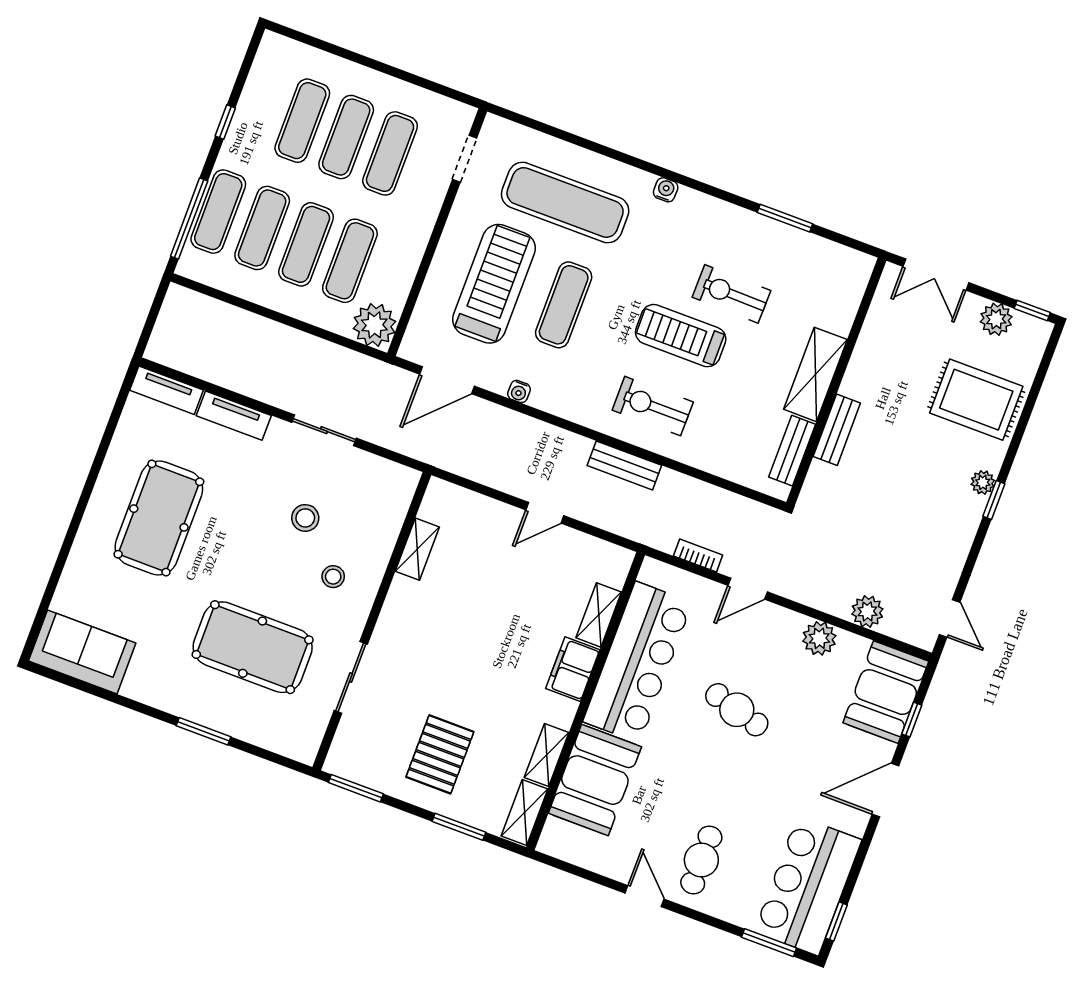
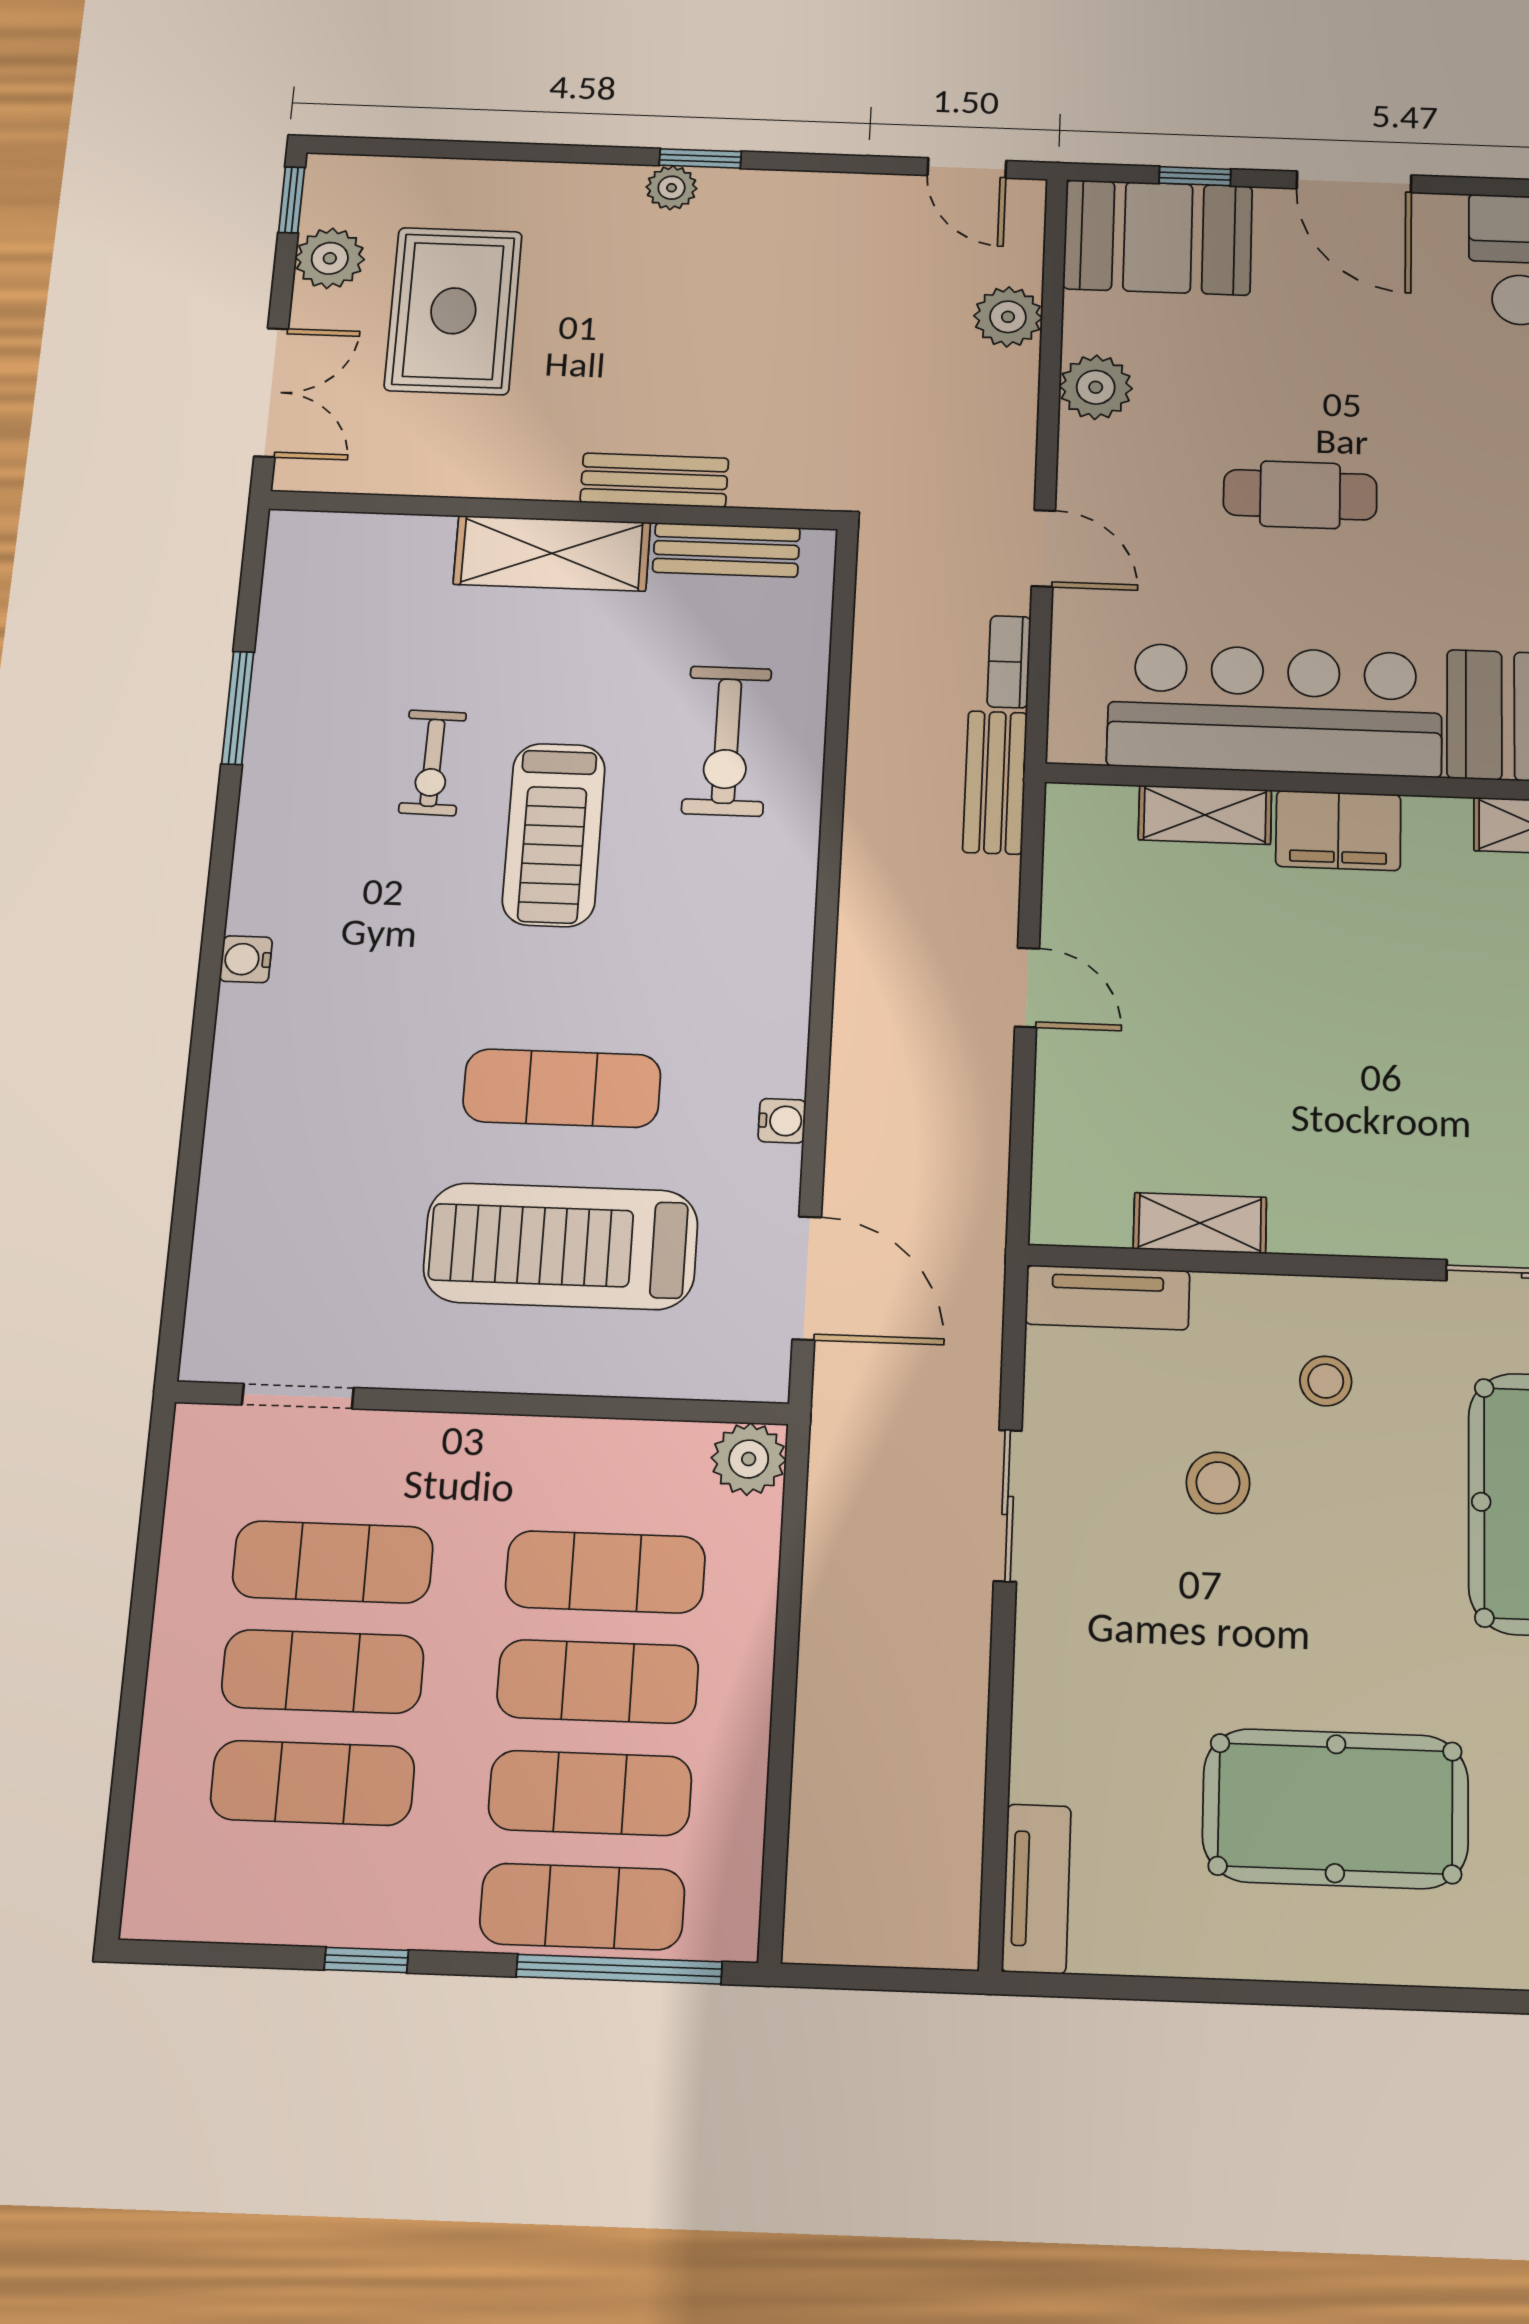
exercise mat: (565, 202) -> (334, 1155), removed
exercise bike: (731, 294) -> (432, 763), width x0.73, depth x0.72
plant: (374, 325) -> (749, 1459), width x0.73, depth x0.73
rug: (976, 400) -> (453, 311), moved
exercise bike: (653, 406) -> (727, 741), moved
tv unit: (234, 416) -> (1108, 1297), moved, turned 90
bench: (624, 465) -> (995, 782), moved
door: (950, 618) -> (967, 168), swing flipped
cafe table: (737, 710) -> (1300, 495), turned 74

